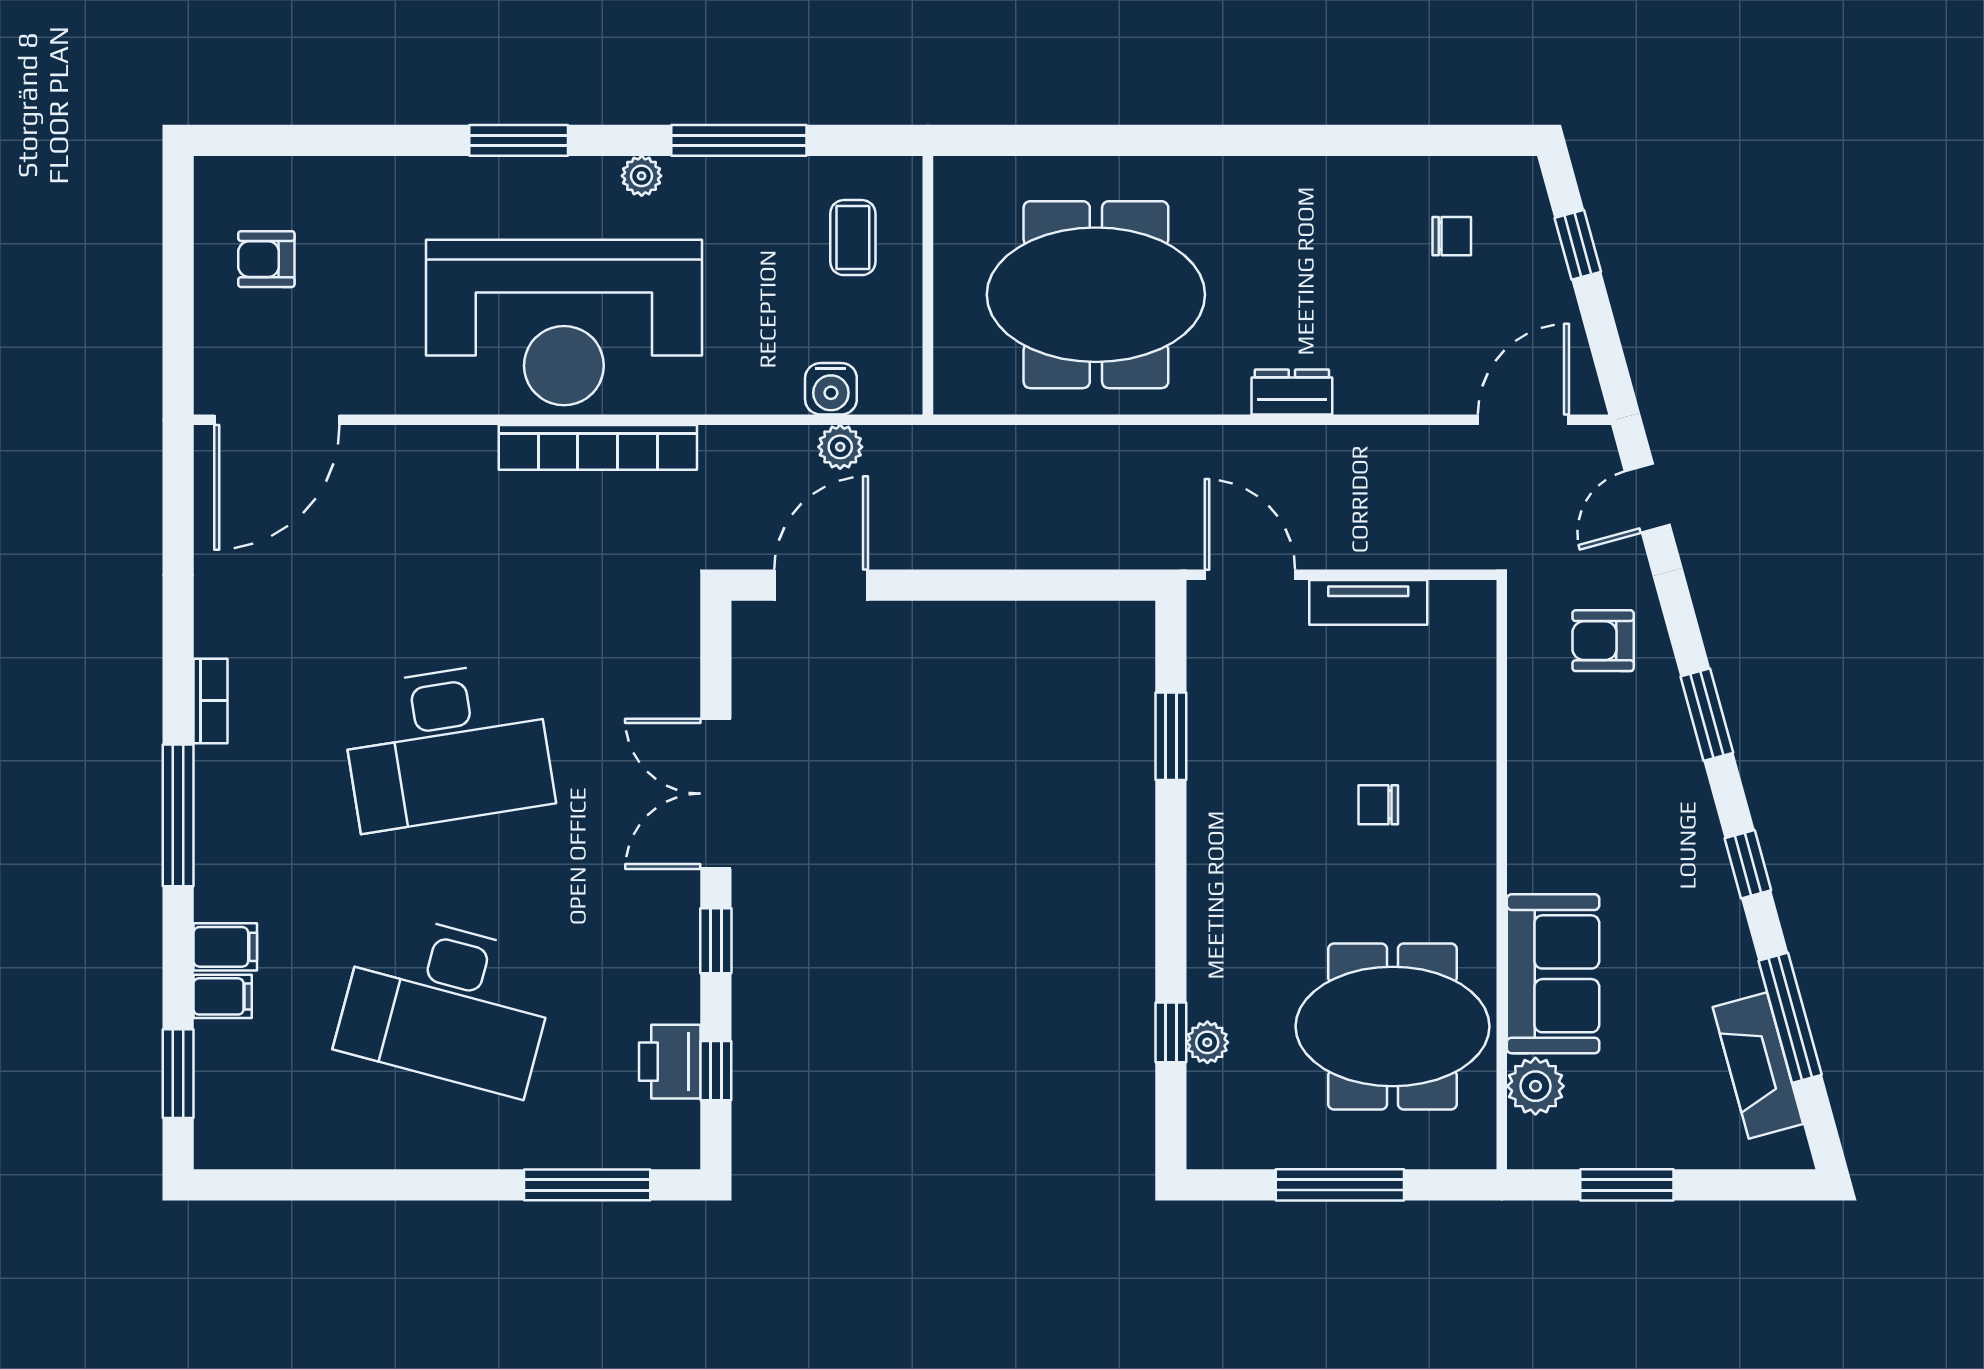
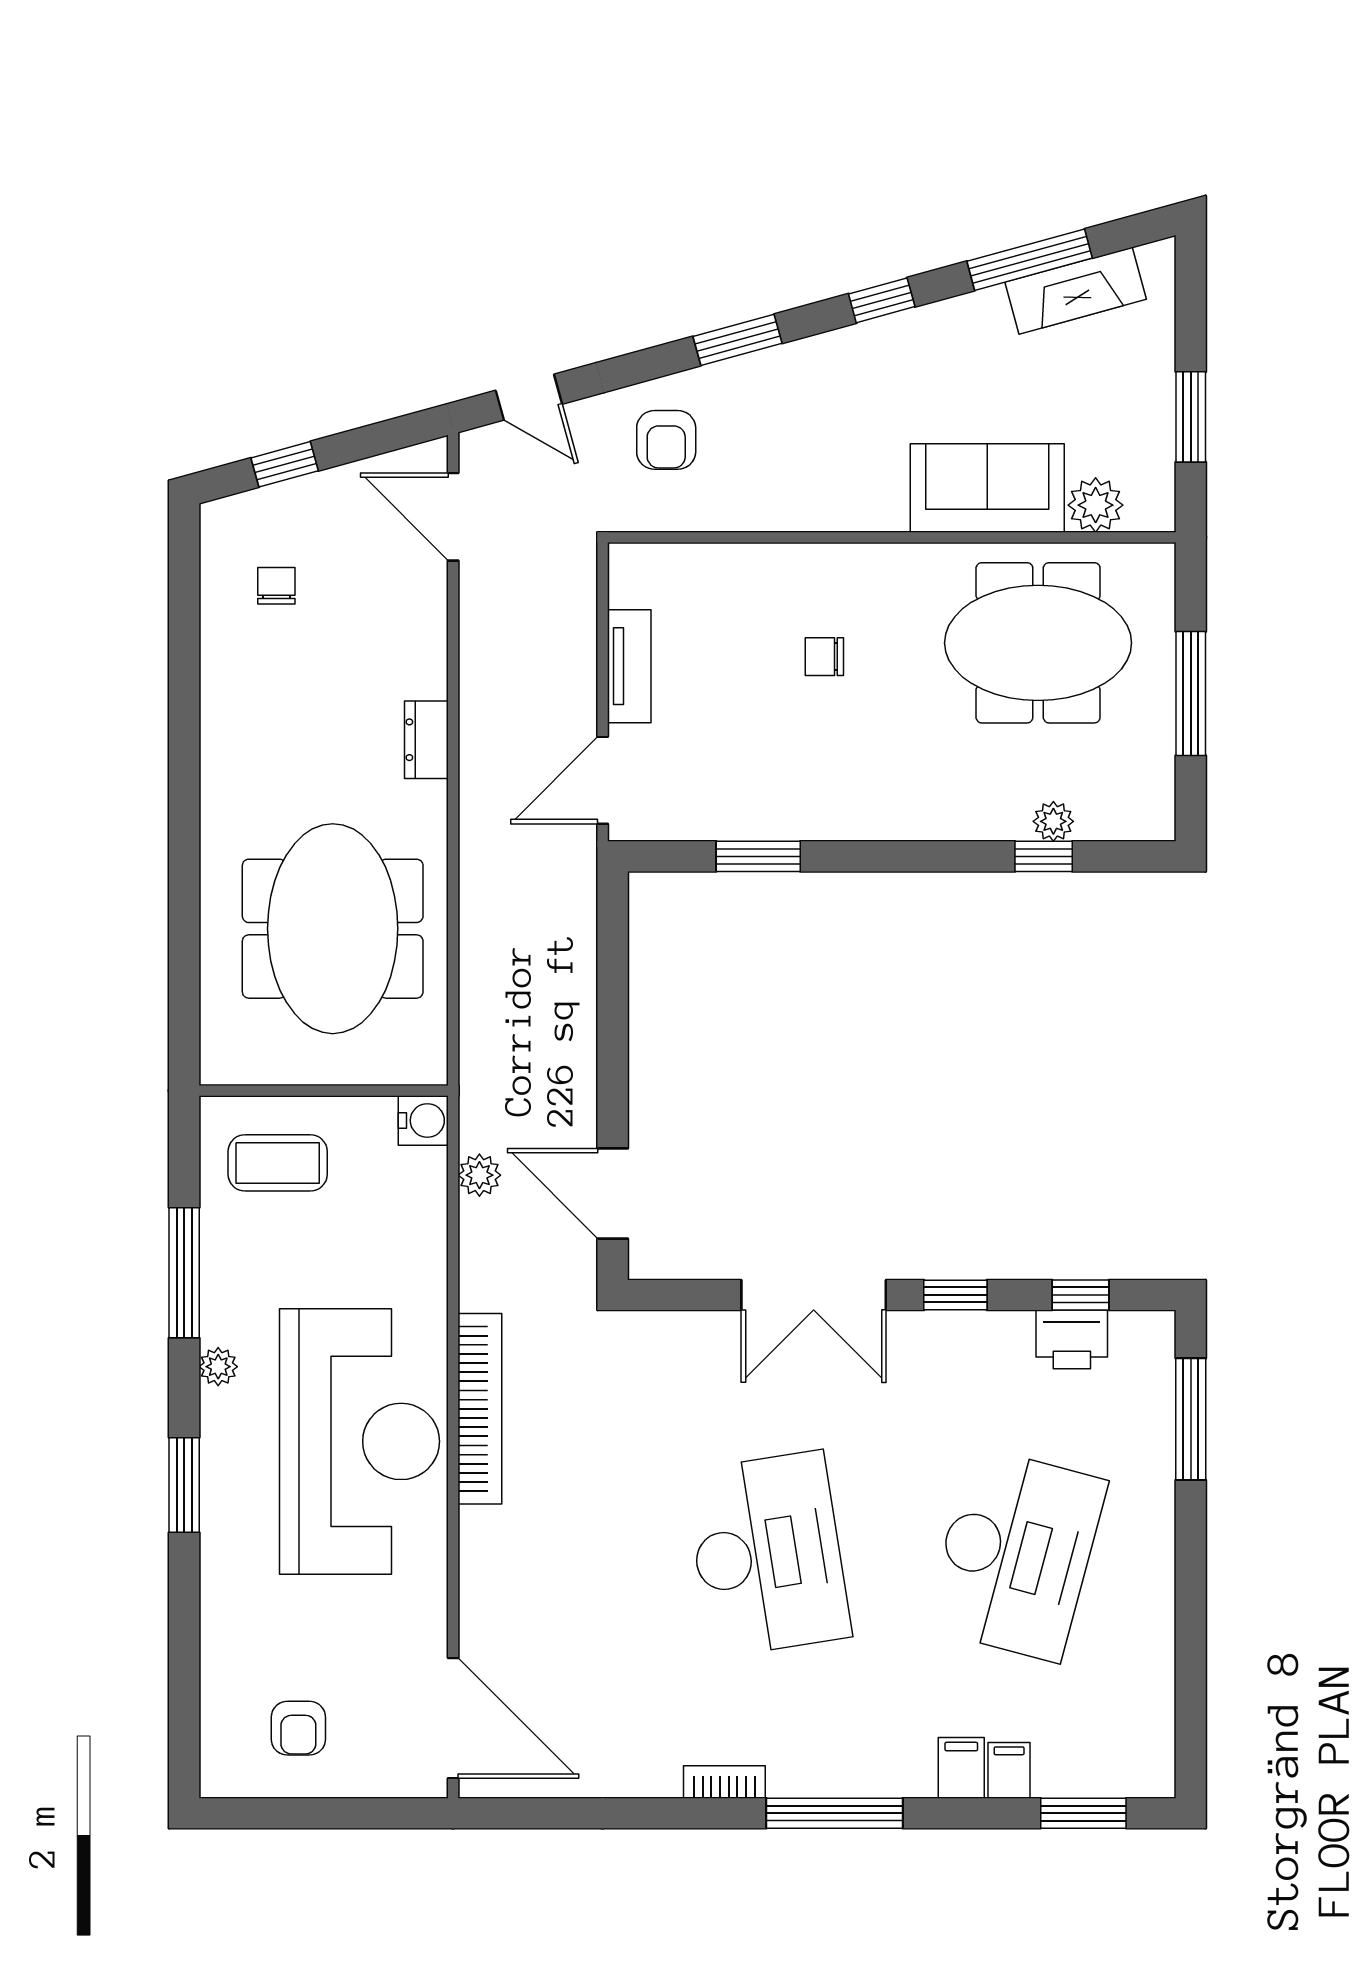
coffee table: (853, 238) -> (278, 1163), width x1.36, depth x1.30
water cooler: (831, 389) -> (423, 1121), moved
chair: (1378, 805) -> (824, 657), turned 90
meeting table: (1393, 1026) -> (1038, 643), turned 90

